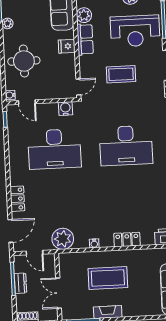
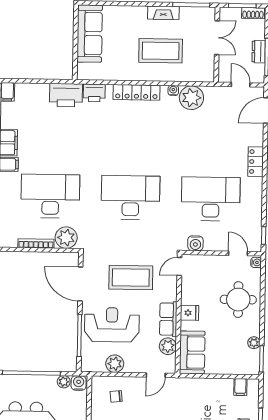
coffee table: (121, 74) -> (131, 277), width x1.36, depth x1.32
locker: (17, 199) -> (256, 162), moved
plant: (63, 239) -> (191, 98), moved
locker: (127, 240) -> (136, 92), width x1.53

